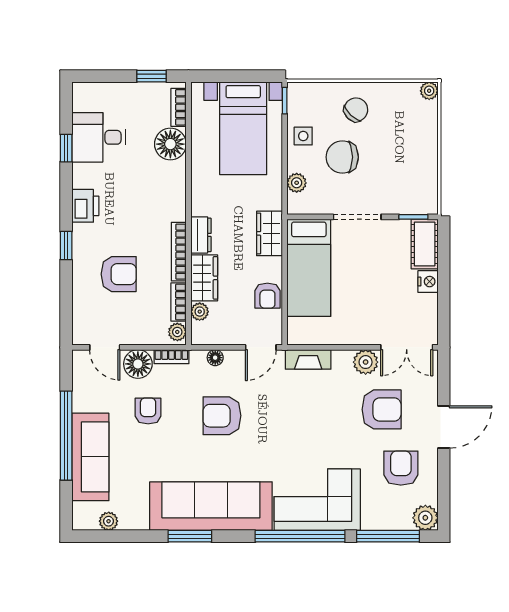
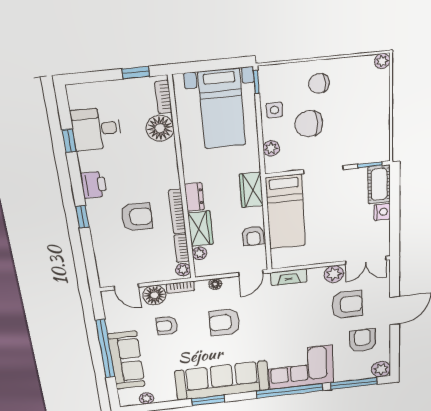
chair: (356, 110) -> (319, 83), turned -134
armchair: (119, 274) -> (137, 217), moved
armchair: (148, 411) -> (167, 326), turned -90

